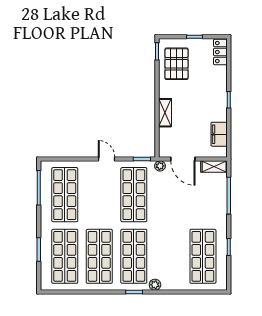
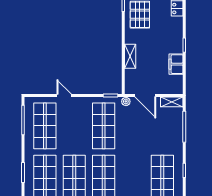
filing cabinet: (219, 134) -> (176, 64), moved
door: (107, 159) -> (64, 96), moved

